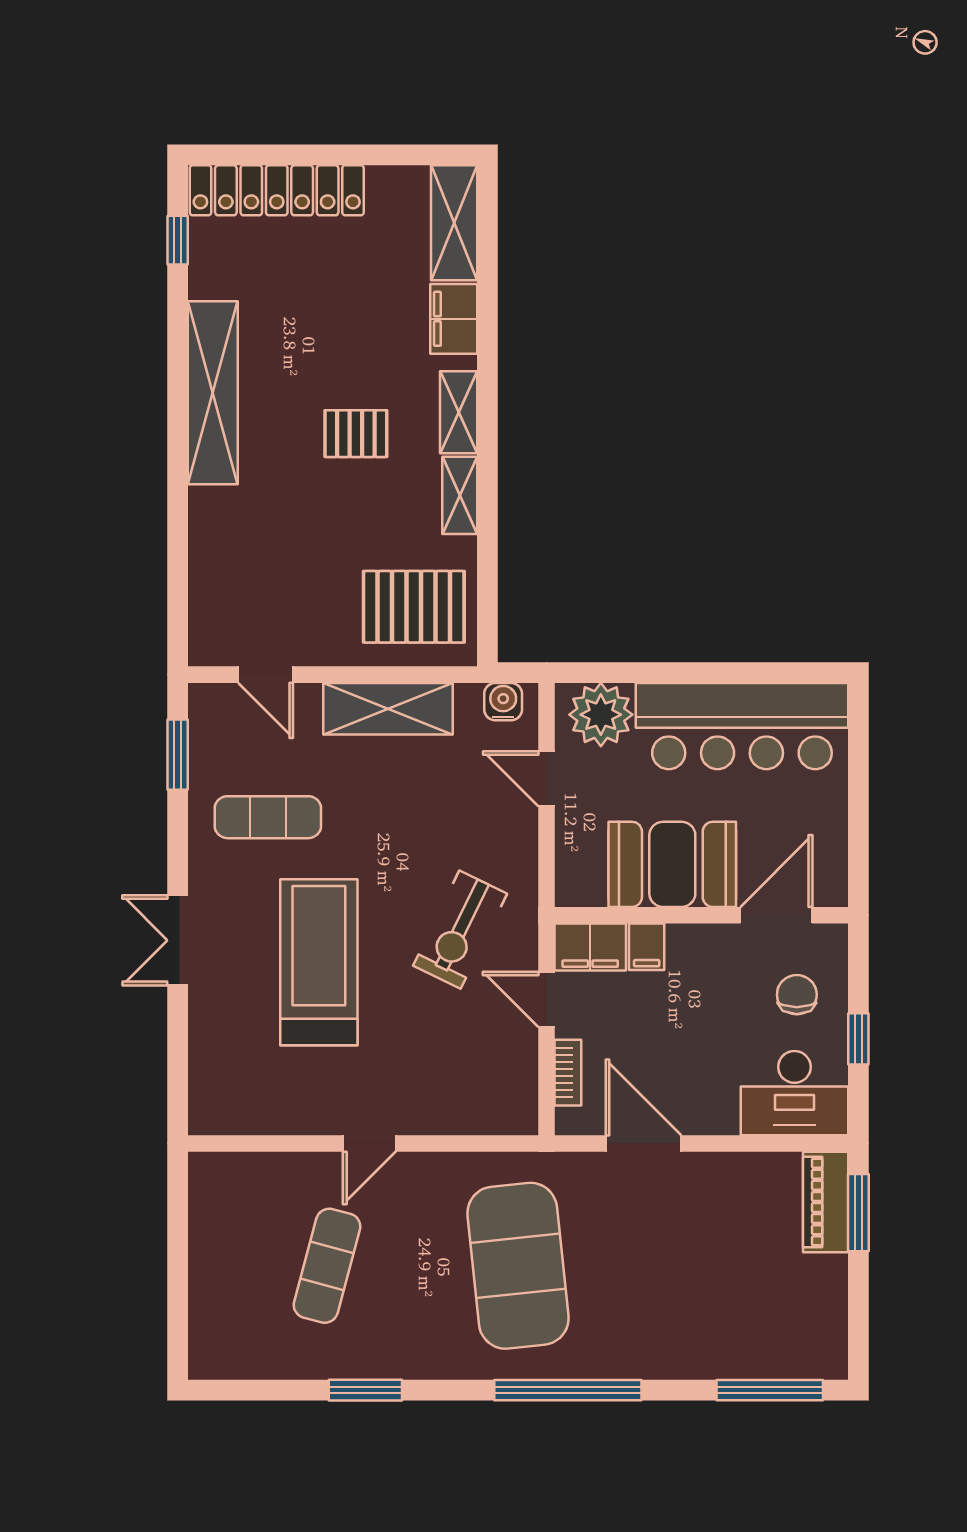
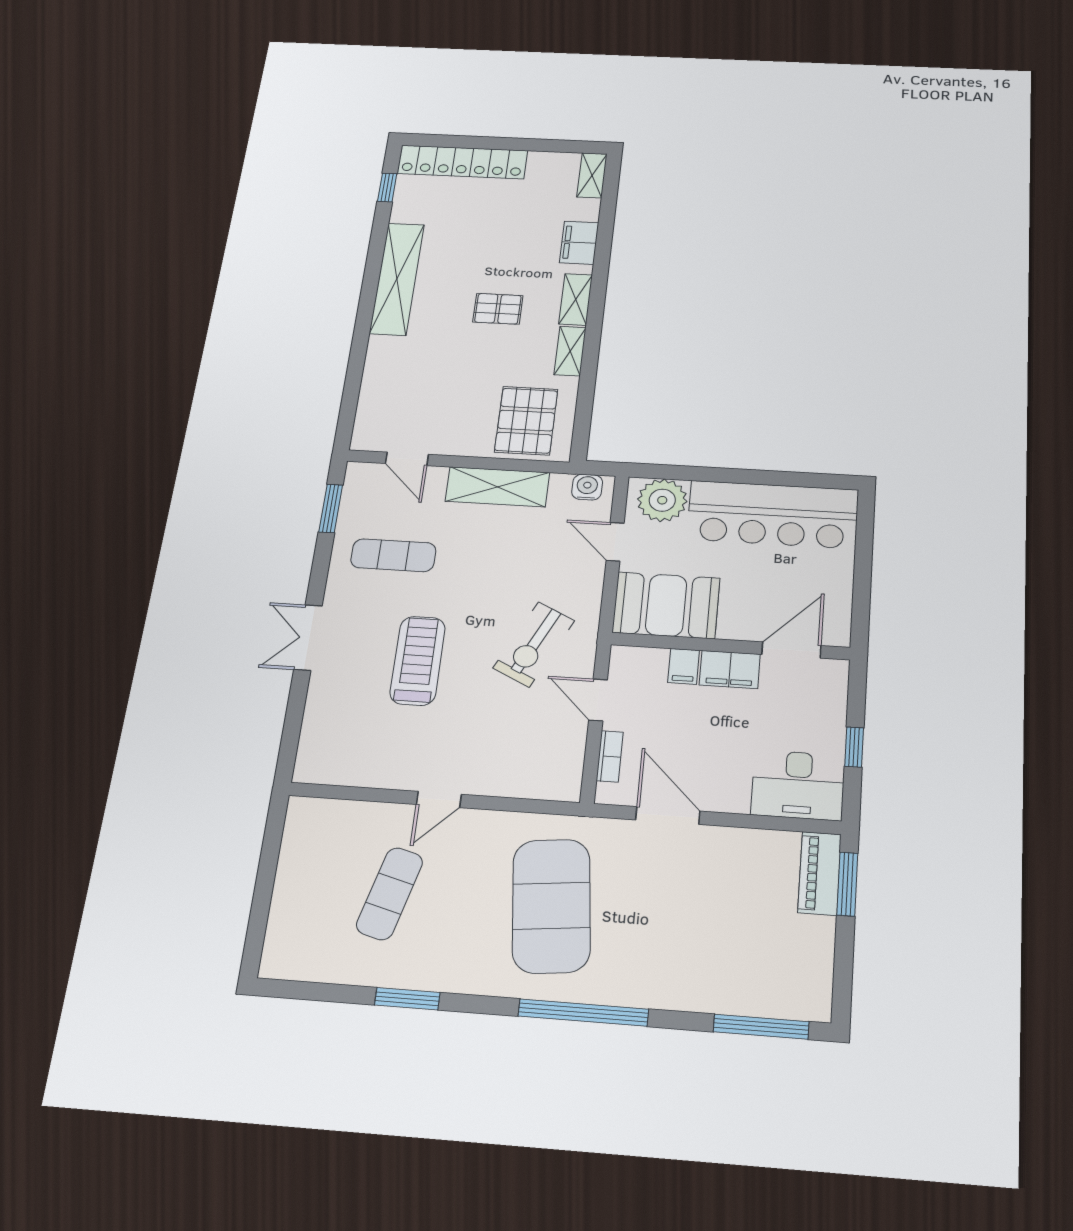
shelving: (454, 223) -> (592, 175), width x0.67, depth x0.75
pallet: (414, 607) -> (526, 421), turned 90
booth: (672, 864) -> (666, 605), moved
filing cabinet: (590, 947) -> (730, 670), moved
treadmill: (319, 962) -> (418, 661), width x0.73, depth x0.73
chair: (797, 995) -> (805, 710), removed

